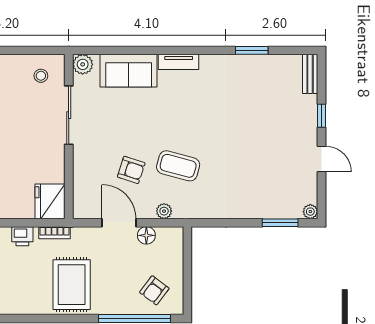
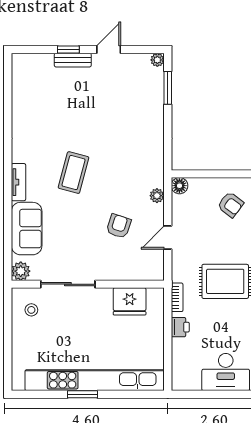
window: (252, 50) -> (8, 114), removed
bench: (310, 74) -> (73, 60), moved
coffee table: (178, 166) -> (74, 173), moved
fridge: (50, 201) -> (130, 301), moved
door: (119, 223) -> (168, 237), width x0.73
floor lamp: (146, 235) -> (179, 186), moved

